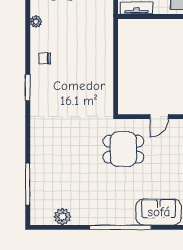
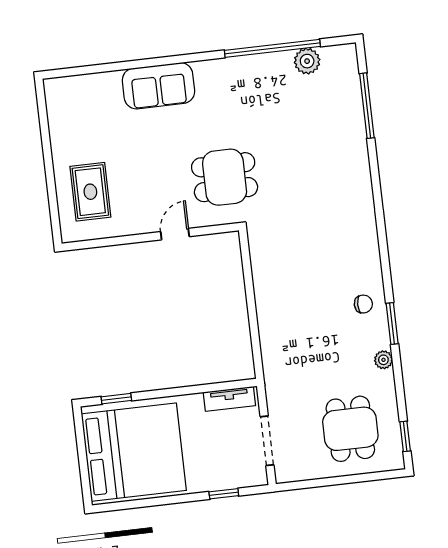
window: (28, 88) -> (392, 324), moved
window: (120, 227) -> (272, 48), moved

